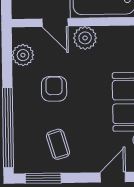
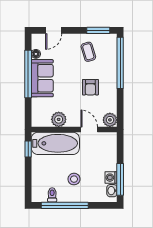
plant: (85, 38) -> (59, 119), moved
plant: (23, 55) -> (110, 120), moved

